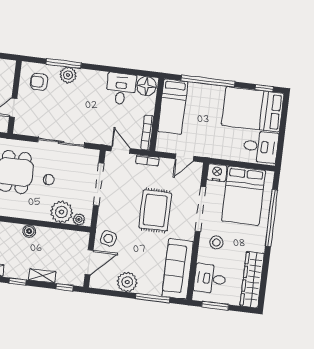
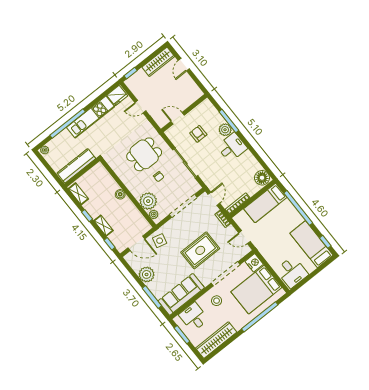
armchair: (39, 82) -> (198, 134), moved
desk: (121, 89) -> (232, 147), moved
bed: (253, 109) -> (312, 244), width x0.67

